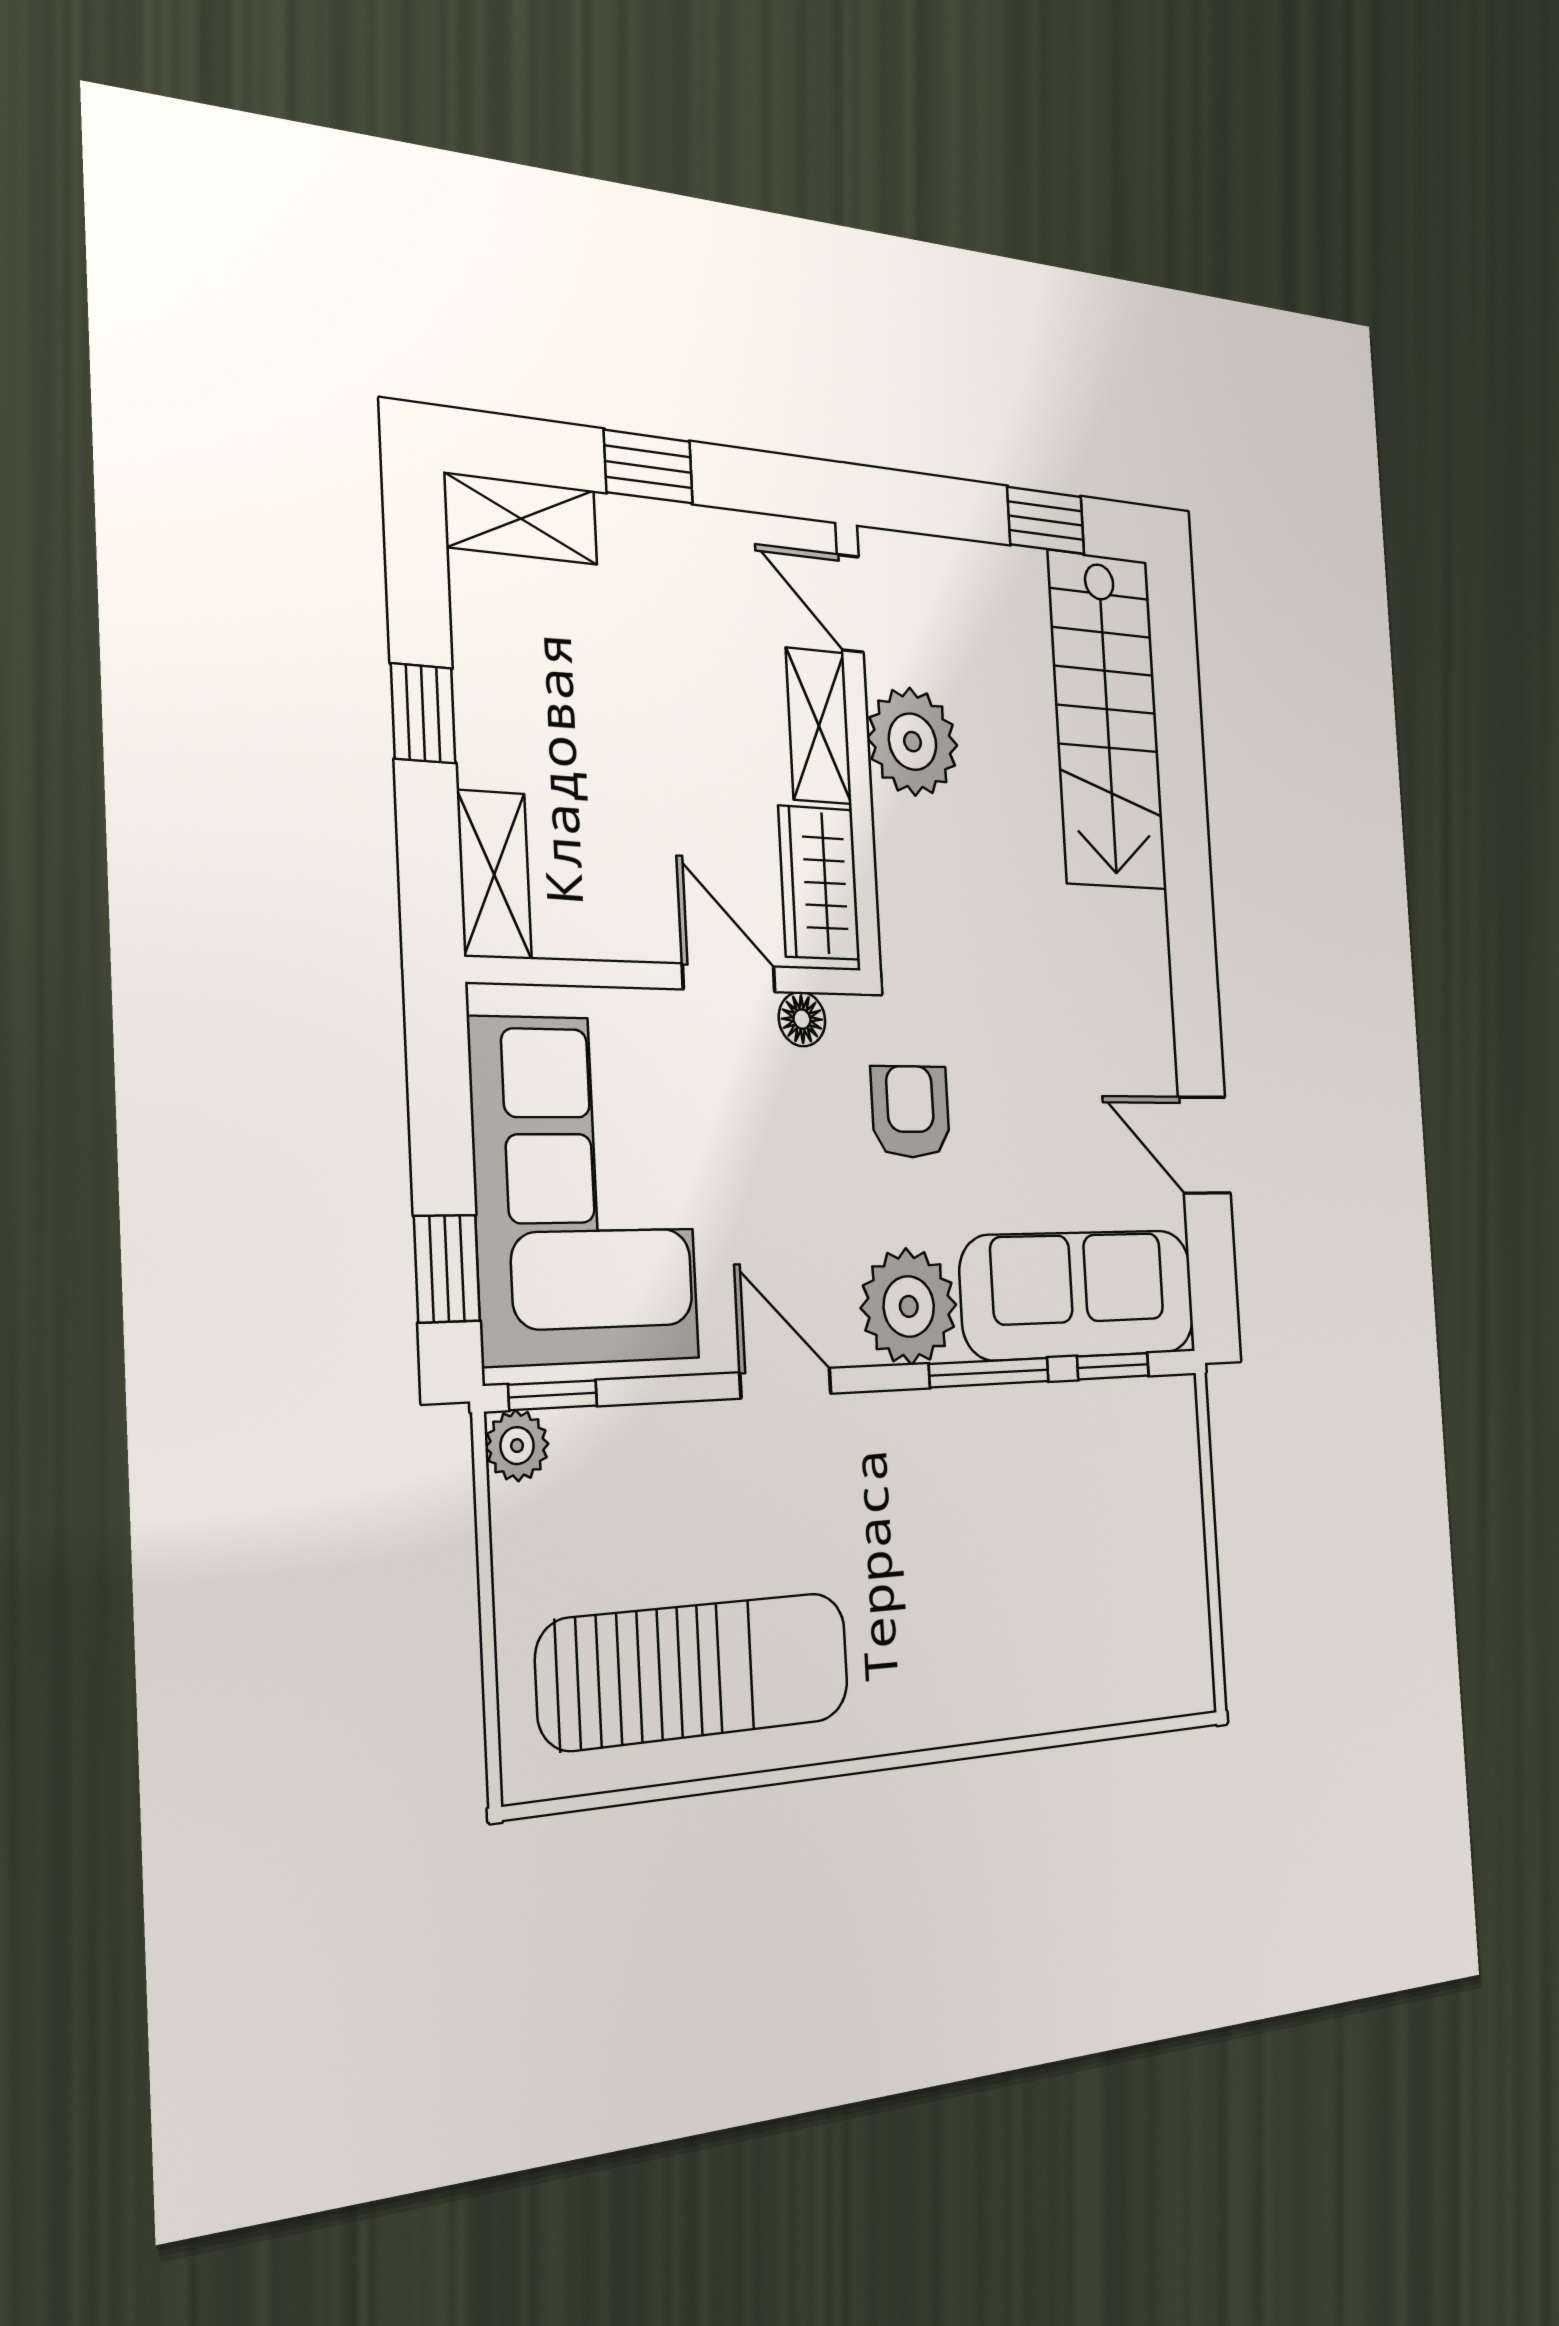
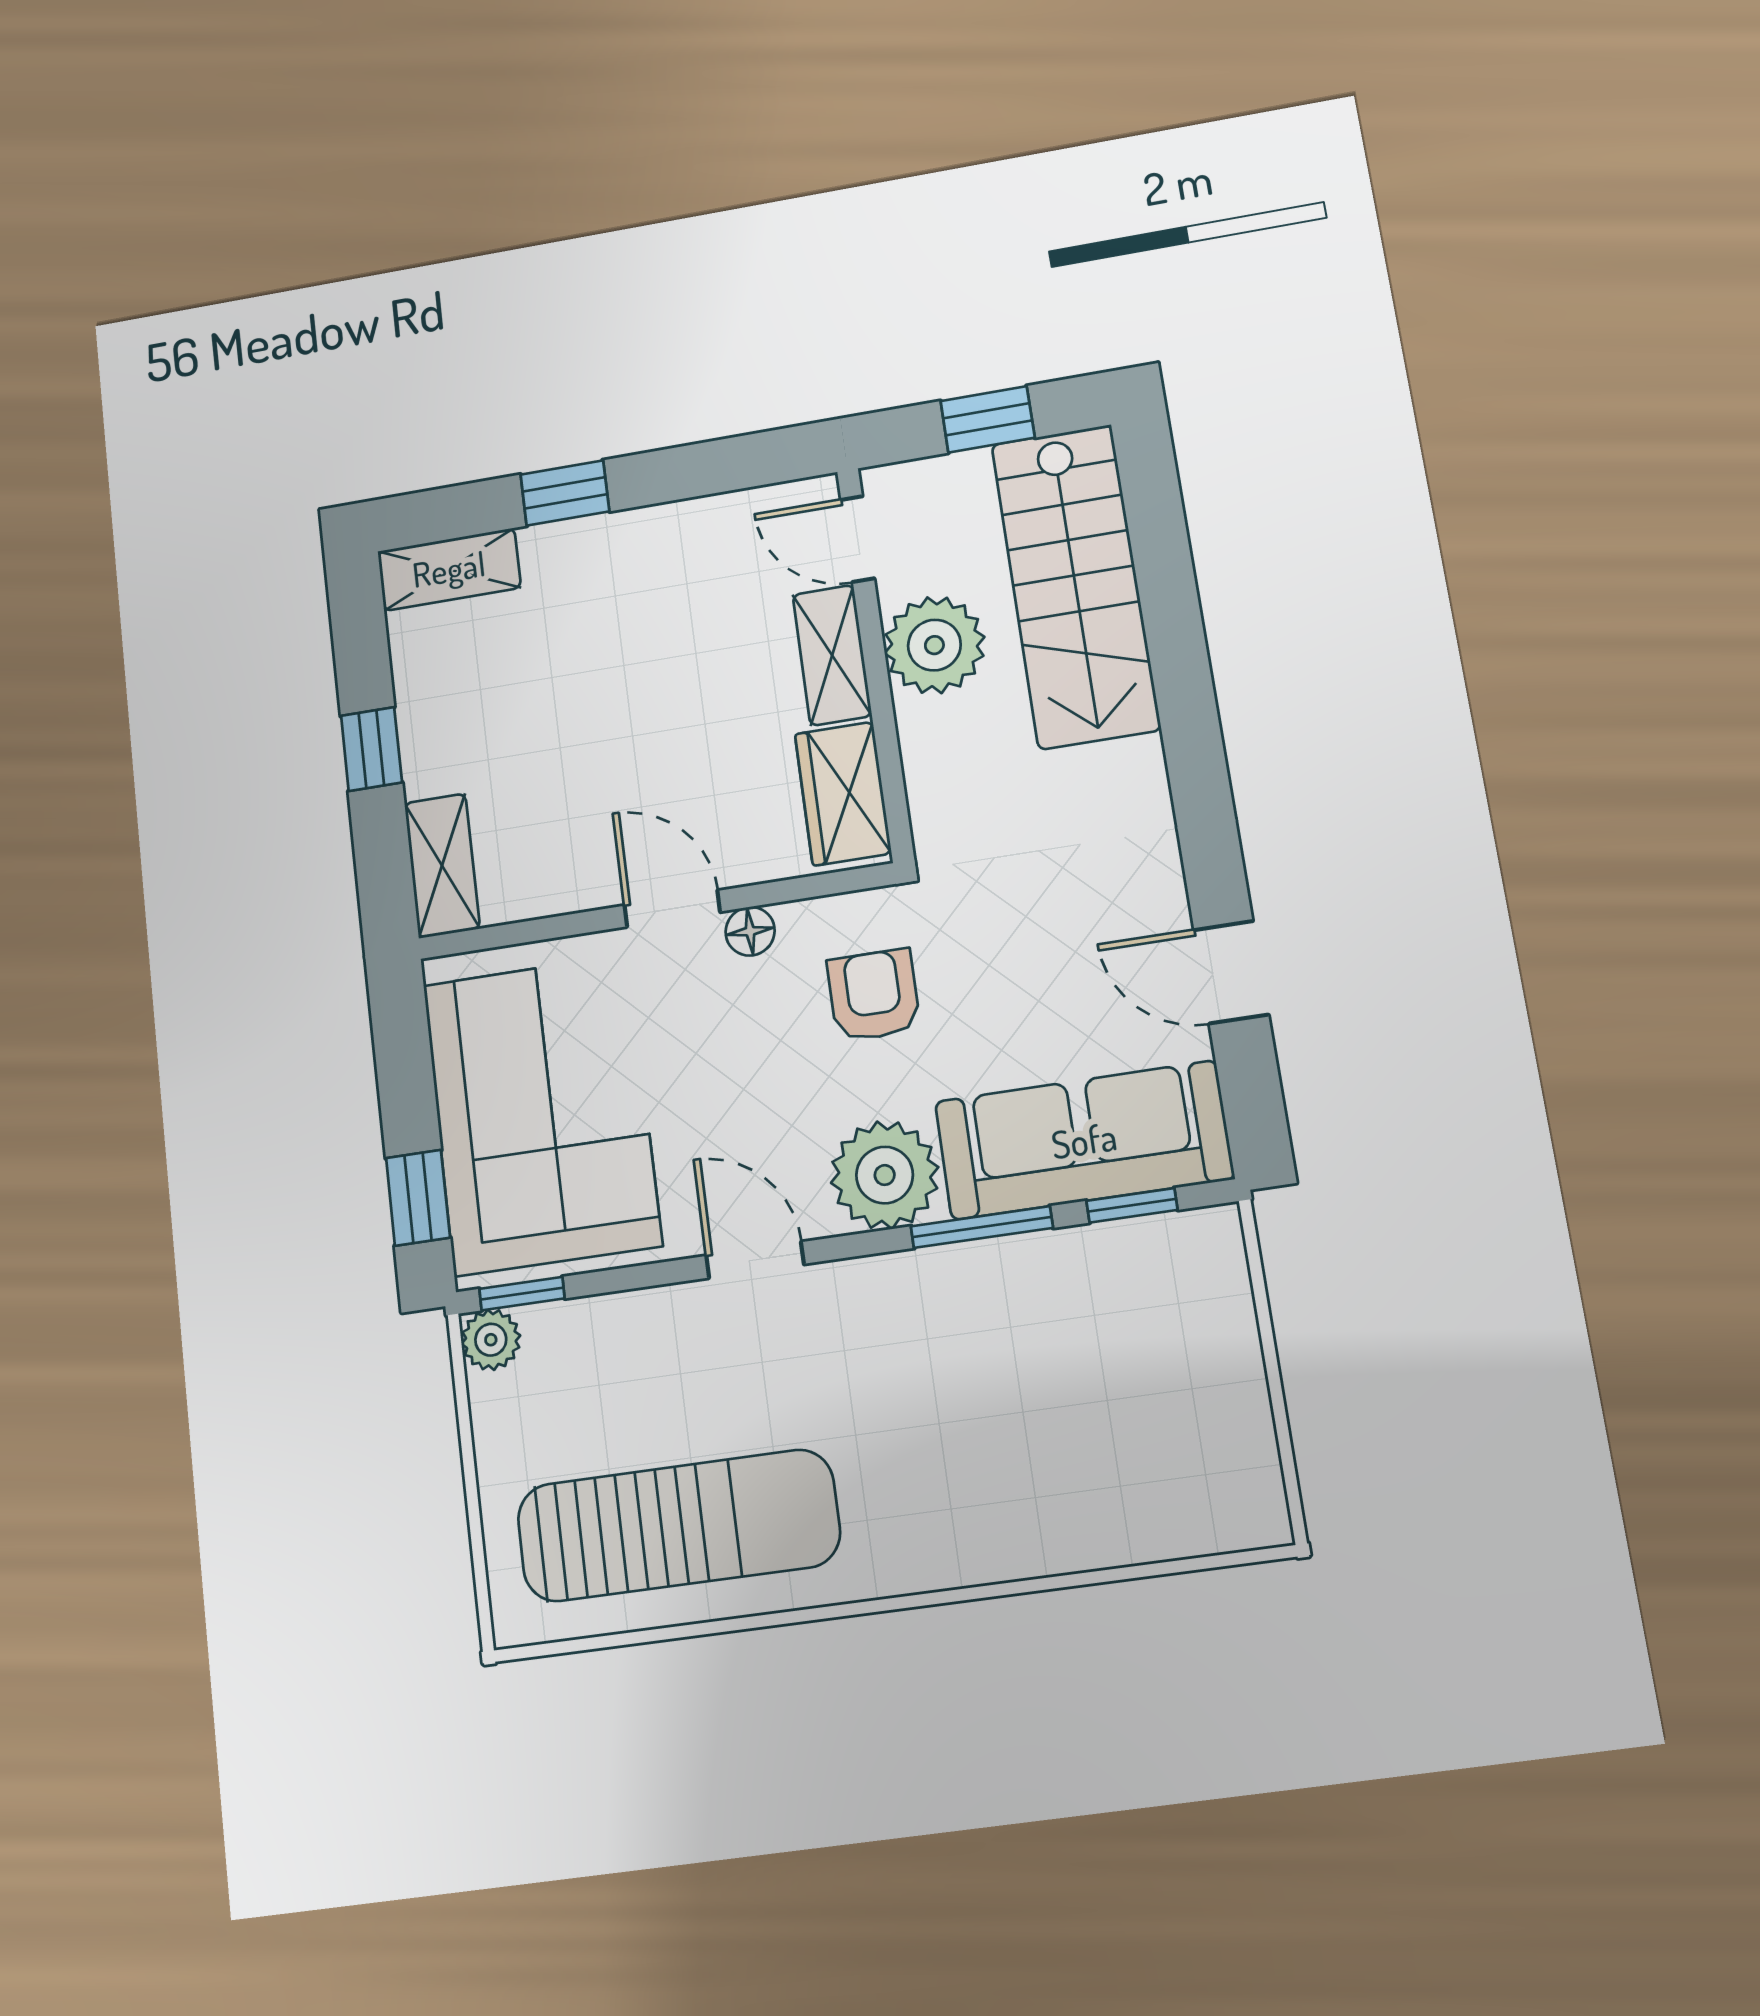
door: (850, 603) -> (857, 539), moved
shelving: (819, 726) -> (832, 655), moved
plant: (913, 742) -> (934, 645), moved
wall: (858, 746) -> (875, 663), moved
wardrobe: (819, 883) -> (843, 794), moved

